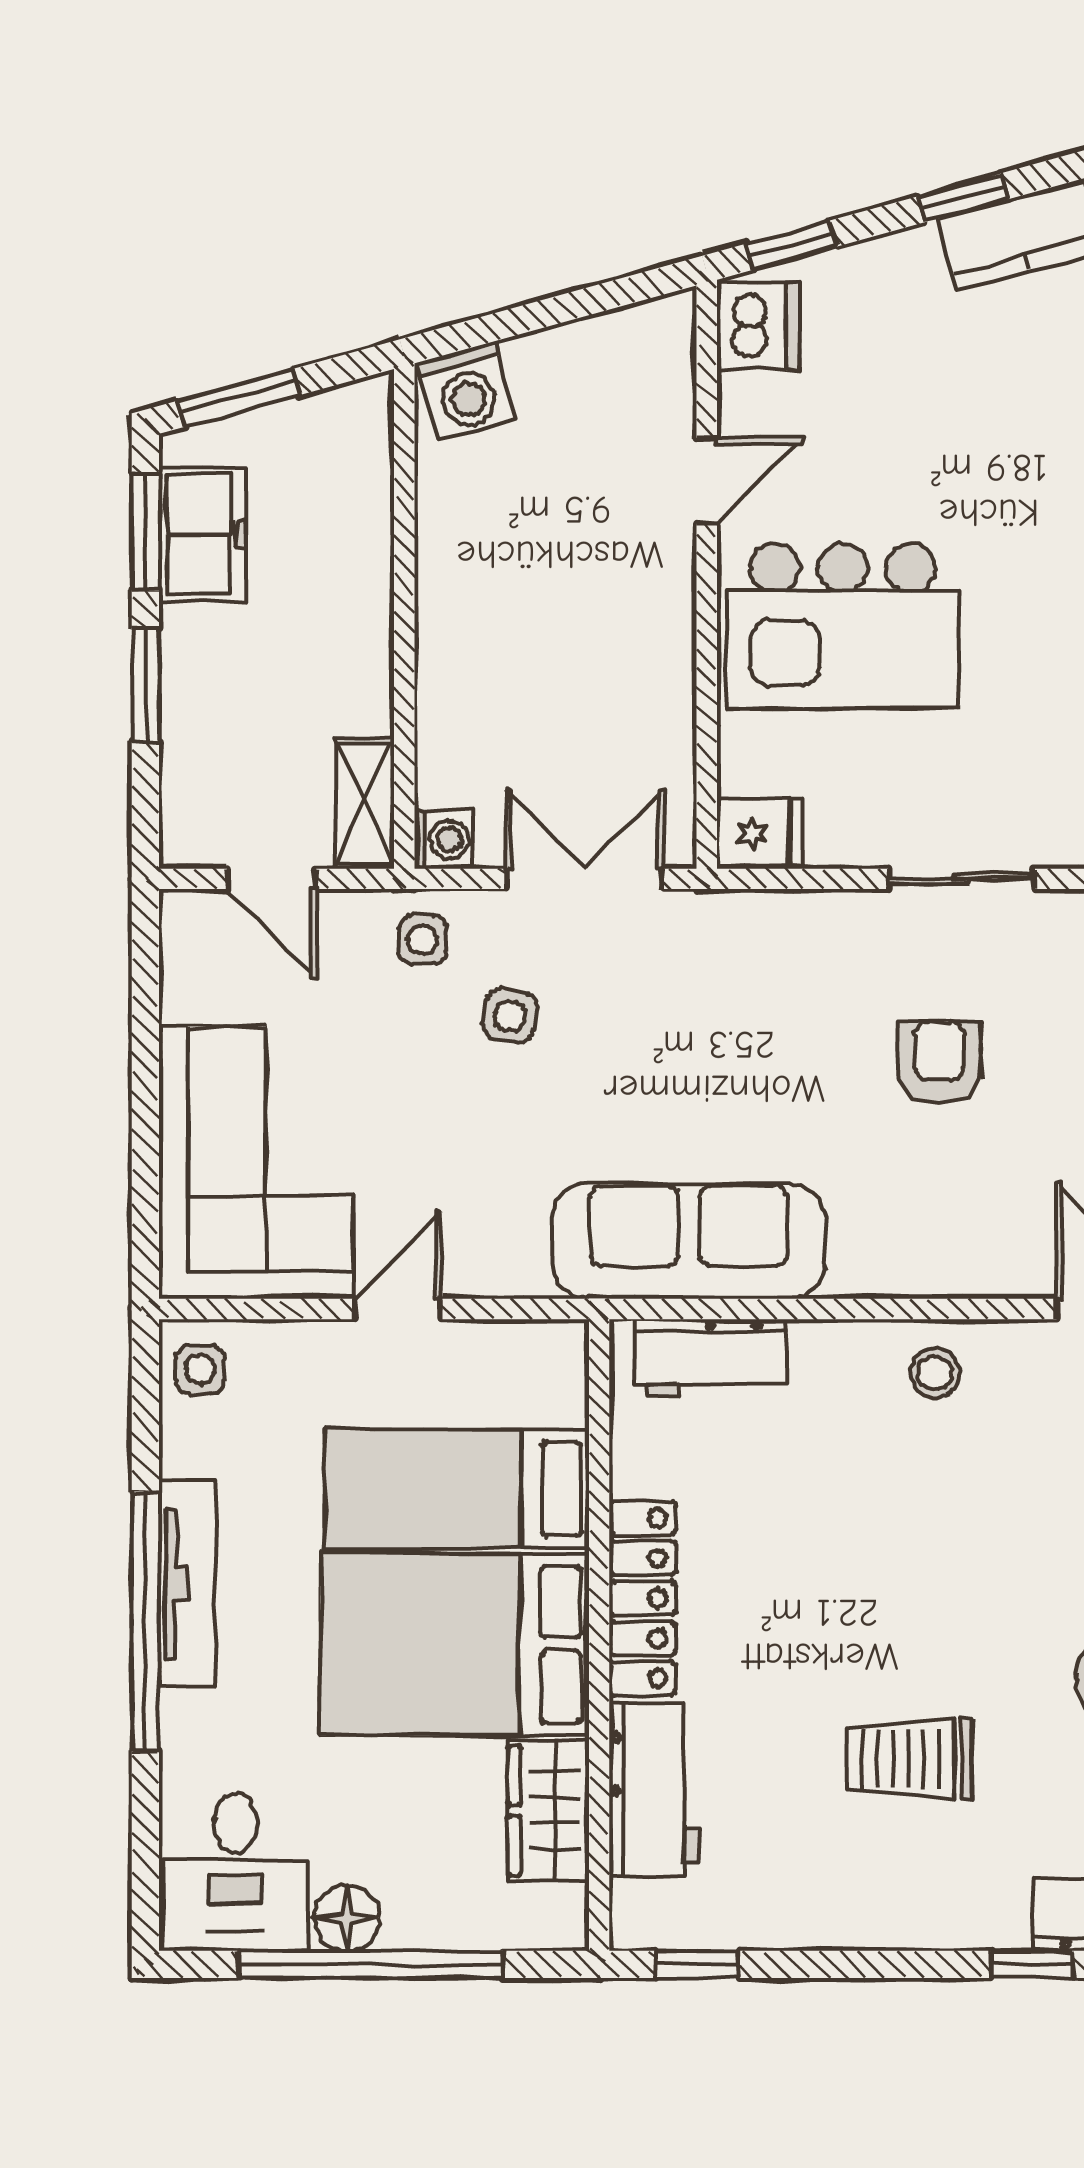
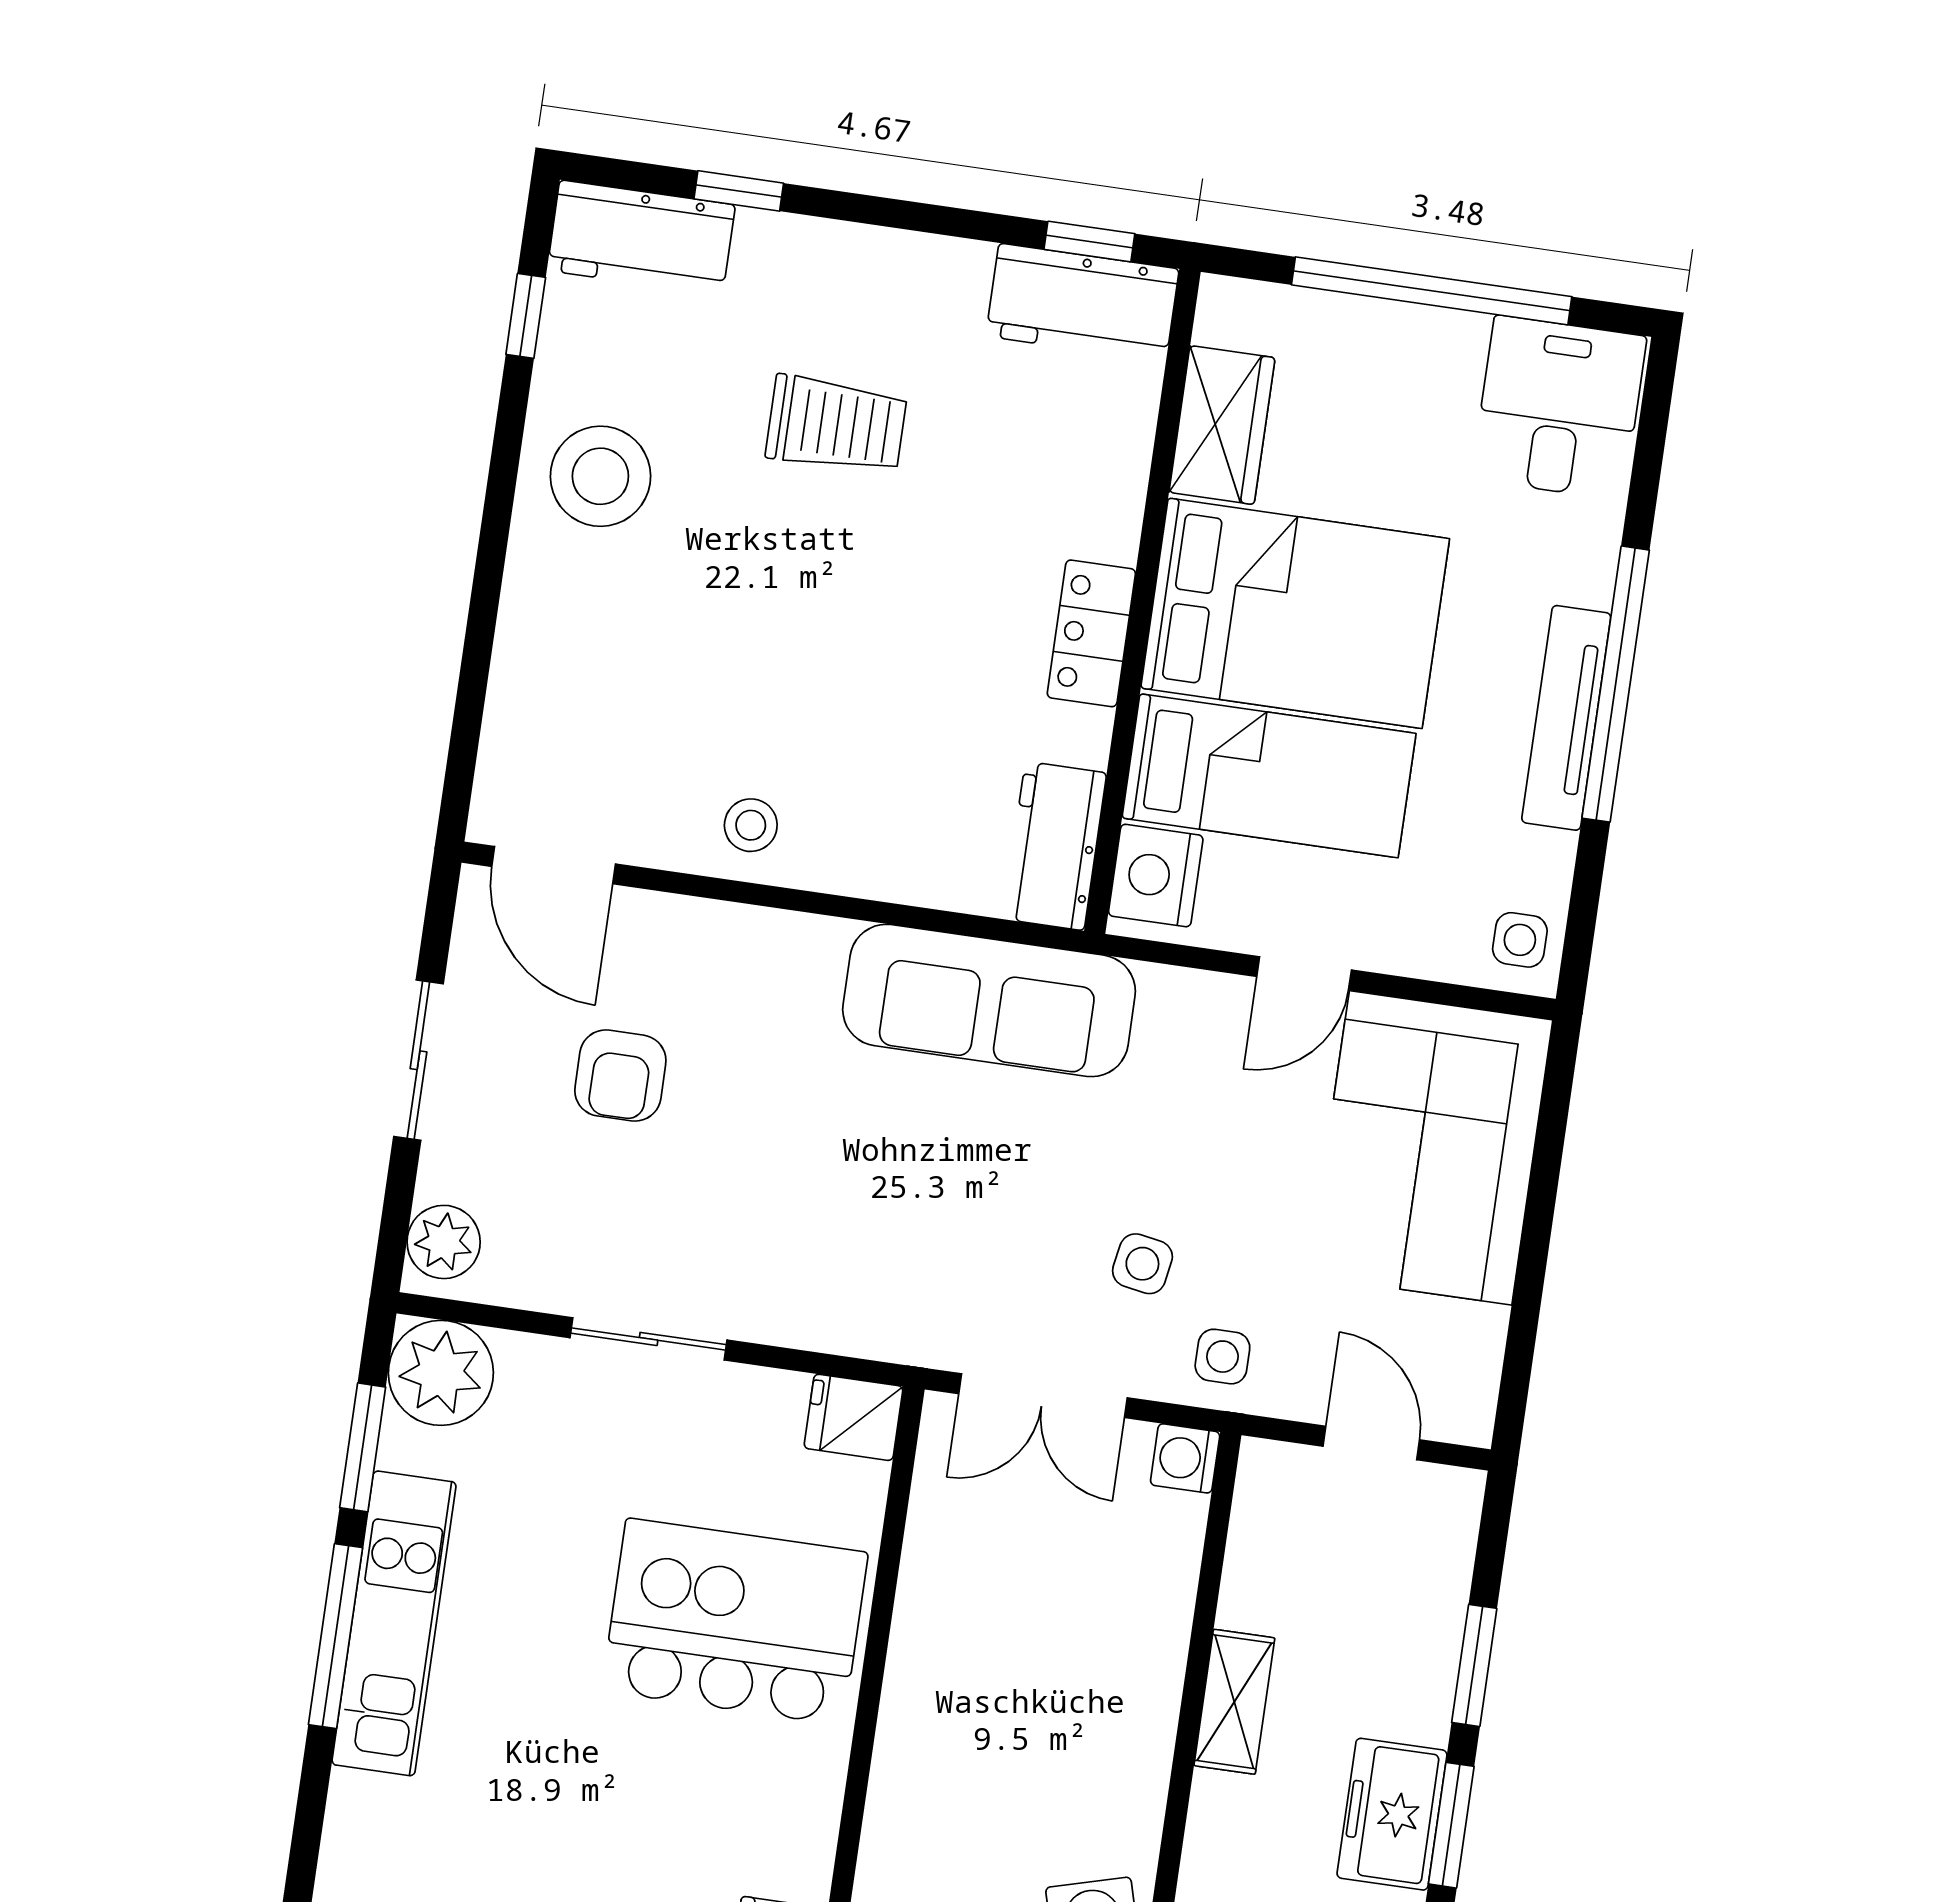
door: (707, 481) -> (855, 1794), removed
shelving: (365, 804) -> (1234, 1702), moved
armchair: (940, 1062) -> (620, 1076), moved
workbench: (711, 1358) -> (1055, 846), moved, turned -90
nightstand: (550, 1380) -> (1156, 876), added
locker: (642, 1598) -> (1091, 633), width x0.66
workbench: (654, 1790) -> (1082, 302), moved, turned -90
floor lamp: (347, 1918) -> (1449, 343), removed

